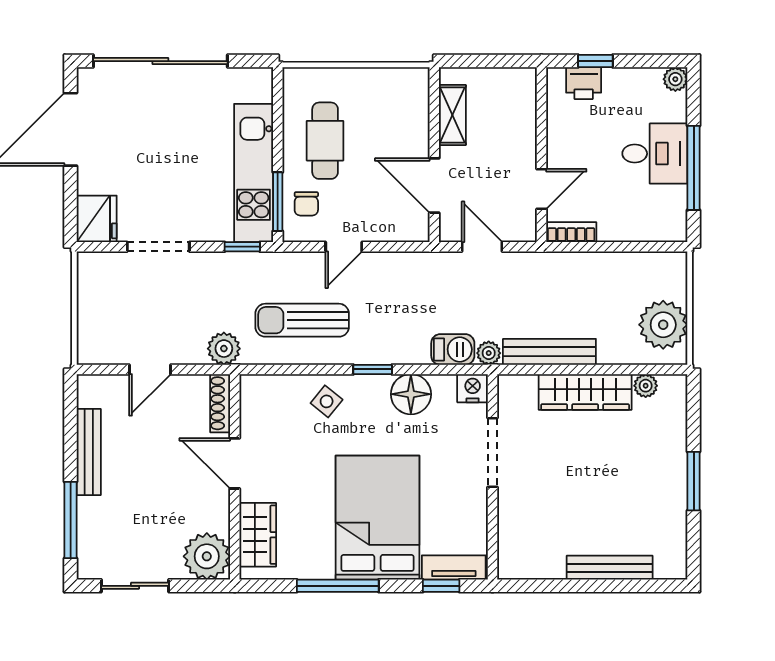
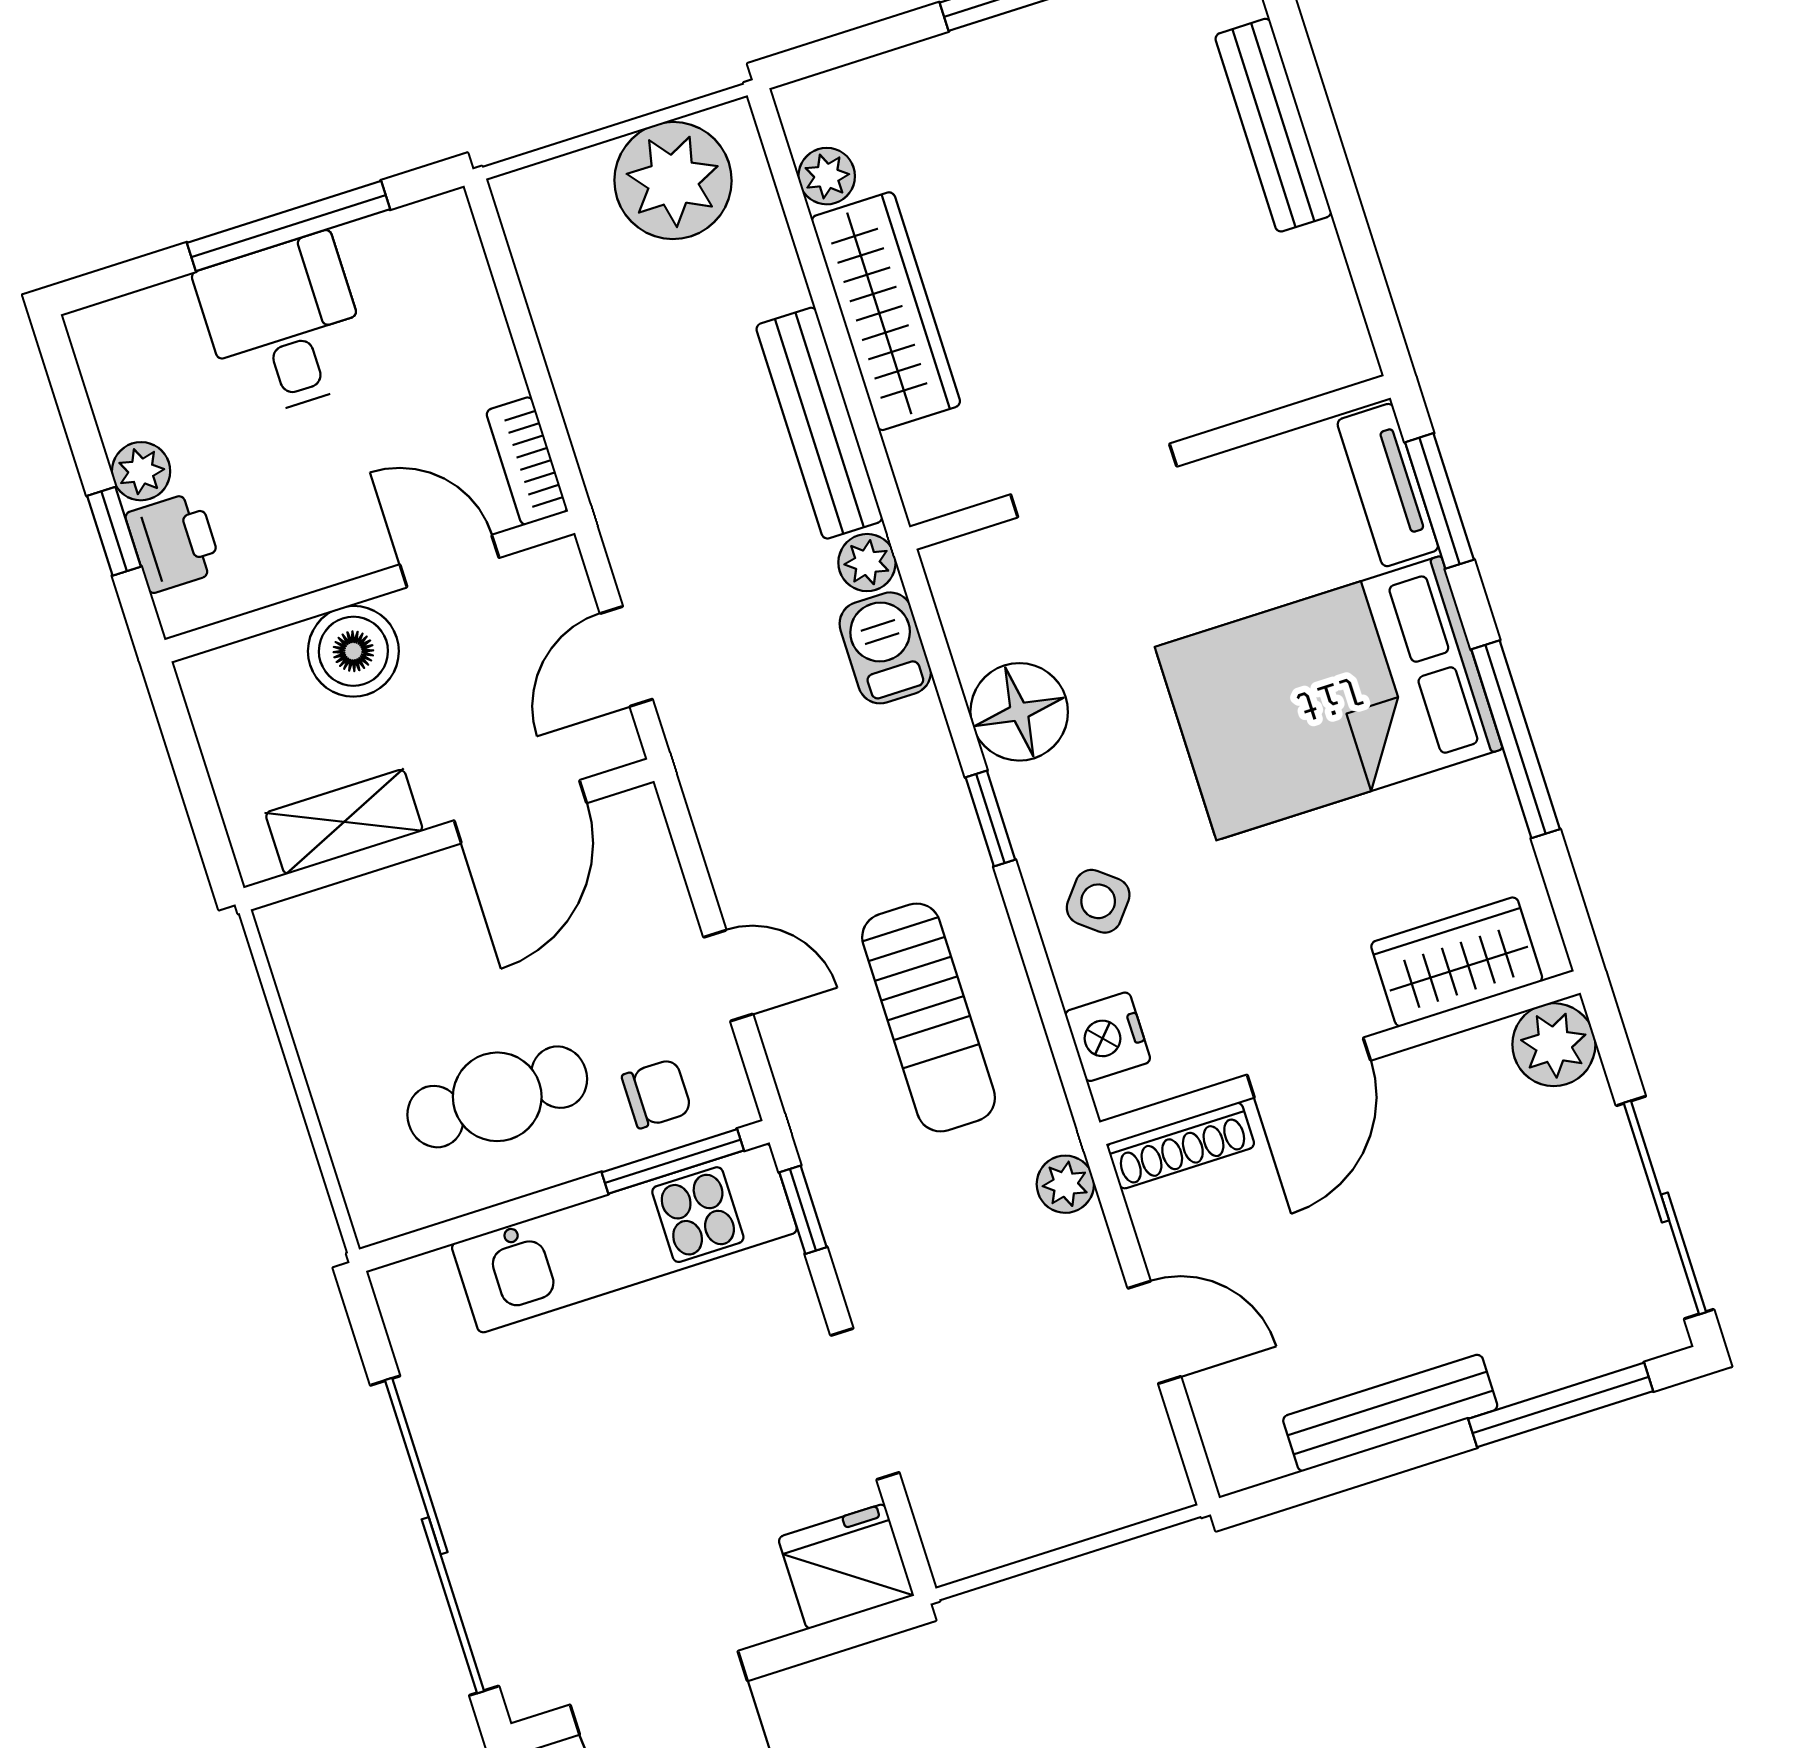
plant: (675, 79) -> (141, 471), moved
boiler: (518, 140) -> (353, 651), added
plant: (224, 349) -> (1065, 1184), width x0.73, depth x0.73
nightstand: (473, 388) -> (1108, 1037), moved
plant: (207, 556) -> (1554, 1045), width x0.73, depth x0.73
sliding door: (135, 586) -> (1665, 1207), width x1.37
window: (441, 586) -> (1439, 501), width x1.50

